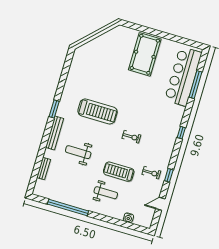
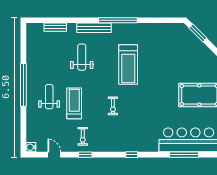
window: (87, 39) -> (198, 33), added
window: (54, 109) -> (118, 20), width x2.11
weight bench: (106, 193) -> (49, 97), turned 180
window: (68, 207) -> (23, 85), moved
water cooler: (128, 218) -> (31, 147), moved

